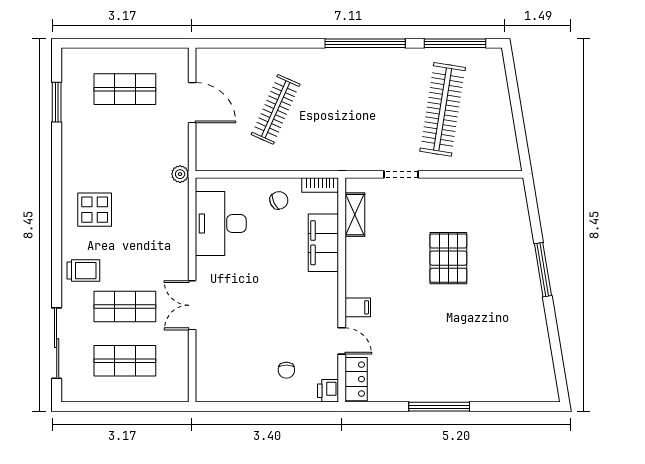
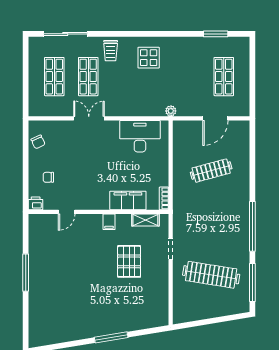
clothes rail: (276, 109) -> (211, 171), turned -39
chair: (279, 200) -> (38, 142), moved
pallet: (448, 258) -> (129, 261), moved, turned 90
filing cabinet: (358, 307) -> (109, 222), moved
locker: (356, 379) -> (43, 221), removed

